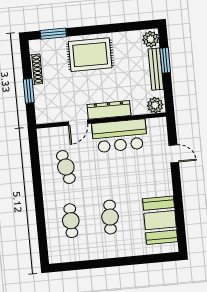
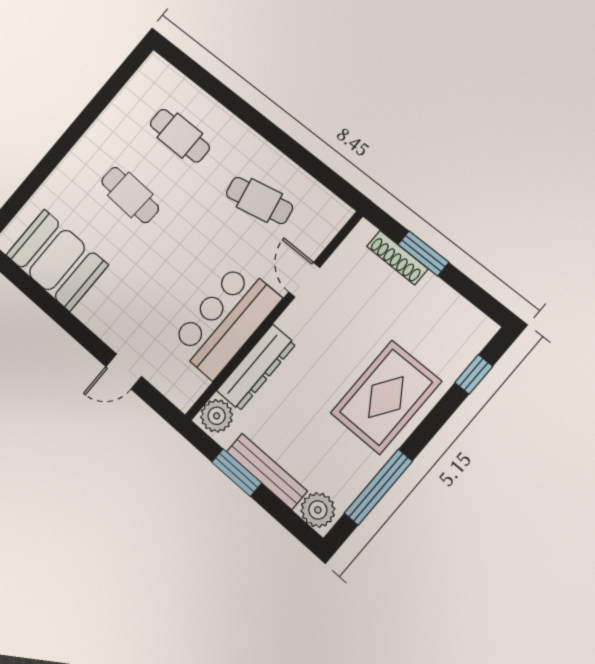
window: (123, 27) -> (378, 487), added
window: (53, 34) -> (474, 374), width x0.67
window: (165, 60) -> (237, 473), moved
shoe rack: (36, 69) -> (397, 258), moved
dresser: (109, 110) -> (256, 367), moved

